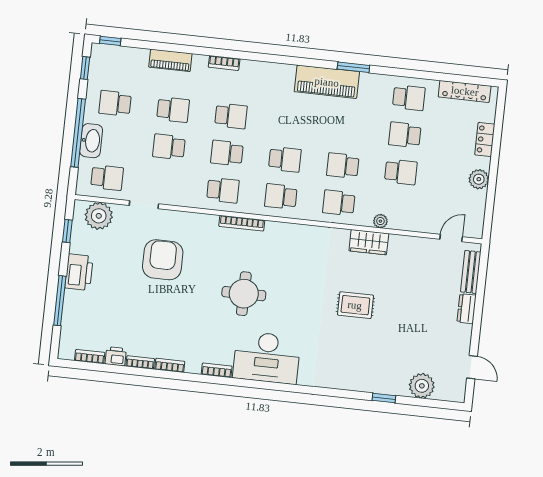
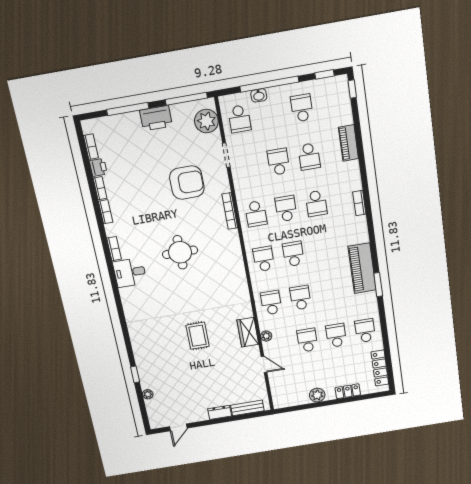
bookcase: (224, 63) -> (359, 203), moved
school desk: (409, 98) -> (365, 331), turned 180
washbasin: (91, 141) -> (259, 95), width x0.52, depth x0.69
school desk: (285, 159) -> (293, 254), turned 180
school desk: (401, 172) -> (307, 340), turned 180
bookcase: (242, 223) -> (230, 211), moved
window: (67, 231) -> (186, 99), width x2.17
door: (451, 238) -> (264, 364), moved
desk: (267, 357) -> (130, 272), width x0.53, depth x0.77
plant: (422, 386) -> (148, 394), width x0.53, depth x0.53

